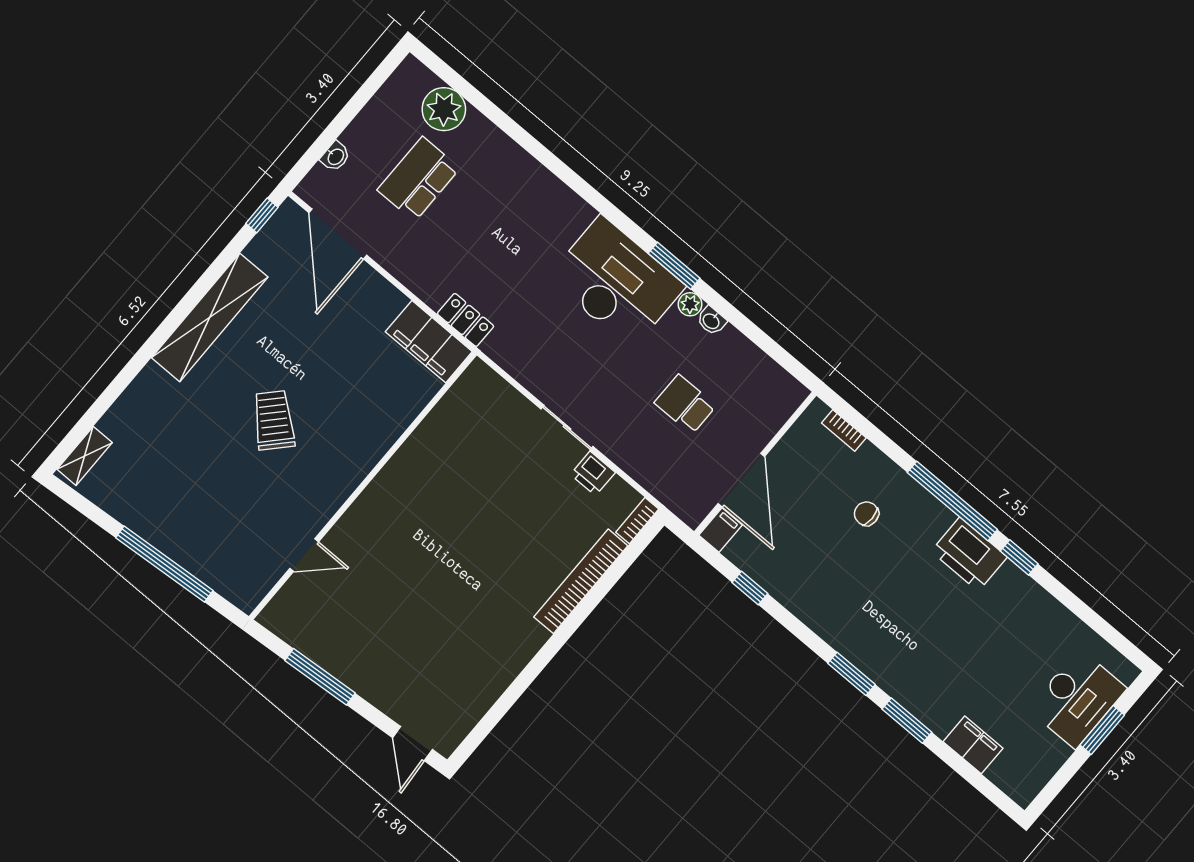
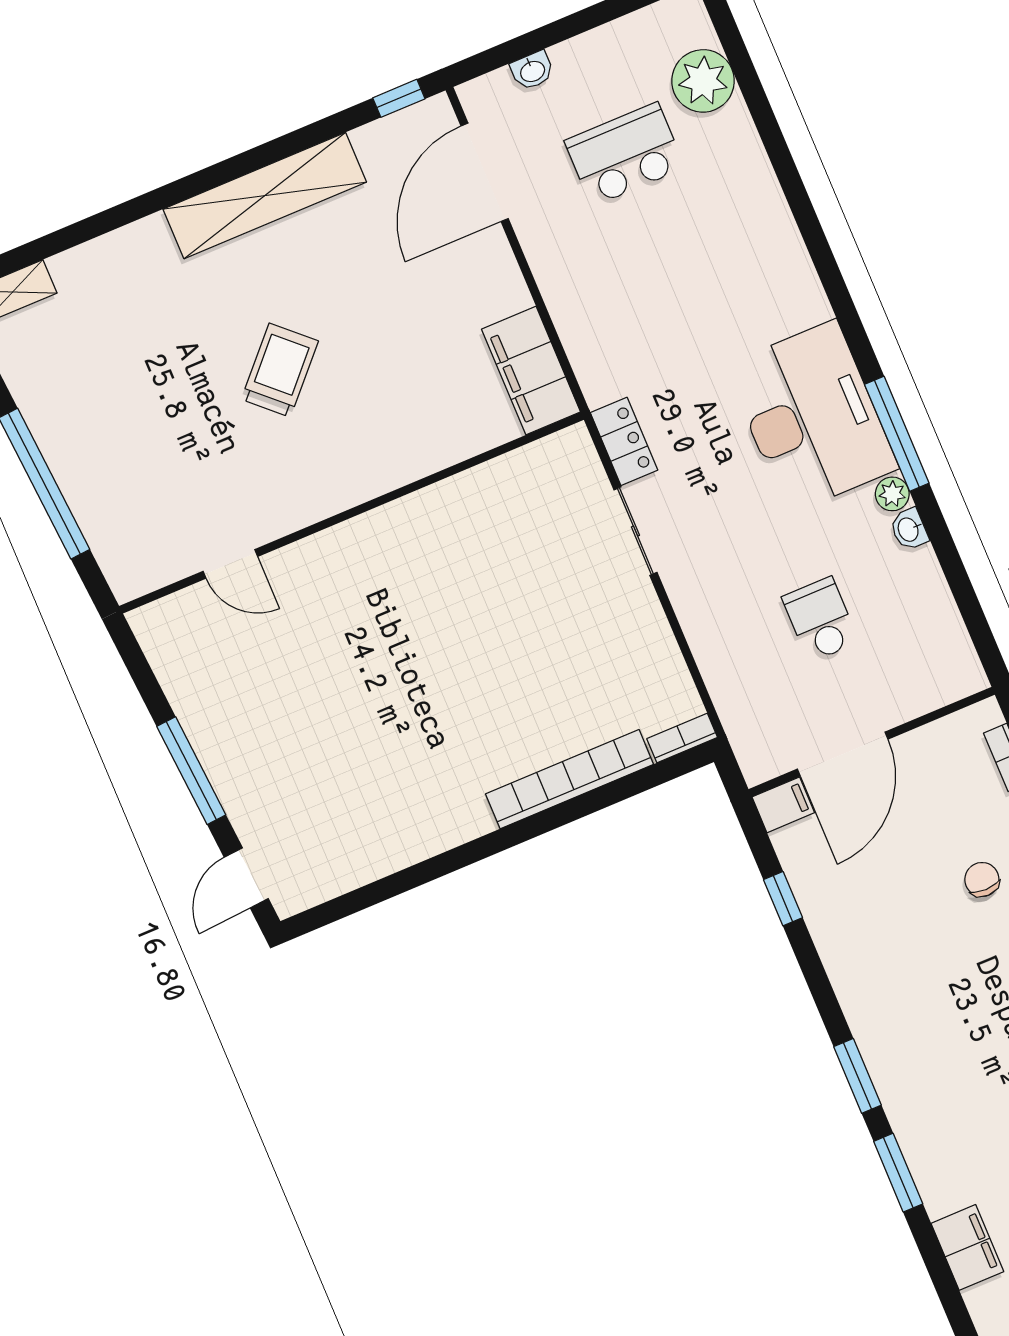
window: (674, 266) -> (897, 434), width x1.44
locker: (466, 320) -> (624, 441), moved
sliding door: (567, 428) -> (635, 531), moved
printer: (593, 473) -> (656, 648), removed
window: (320, 677) -> (191, 771), moved

